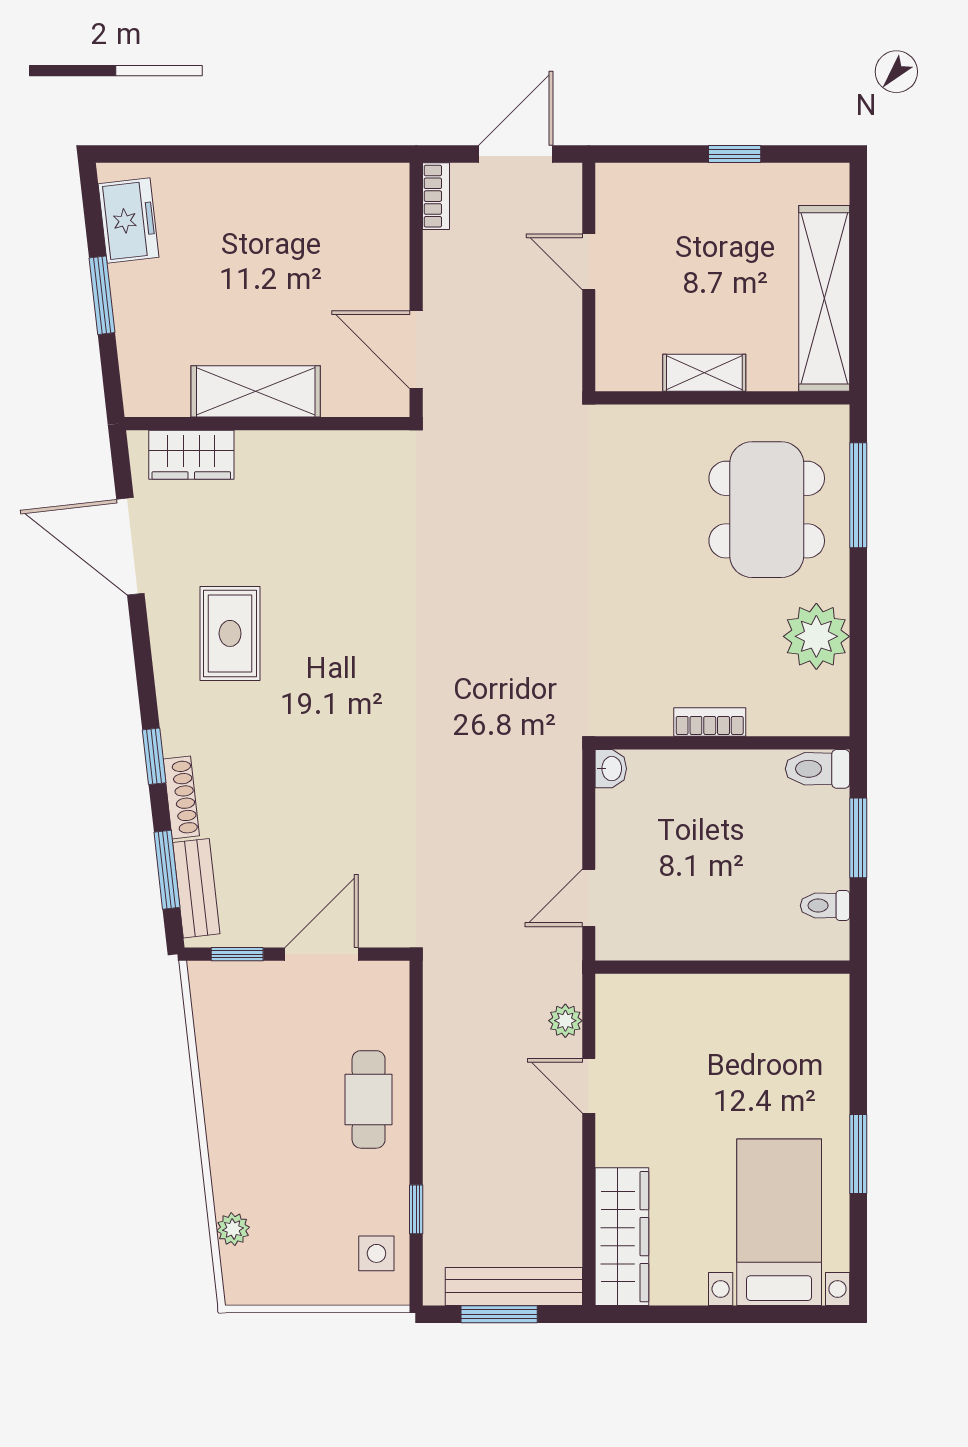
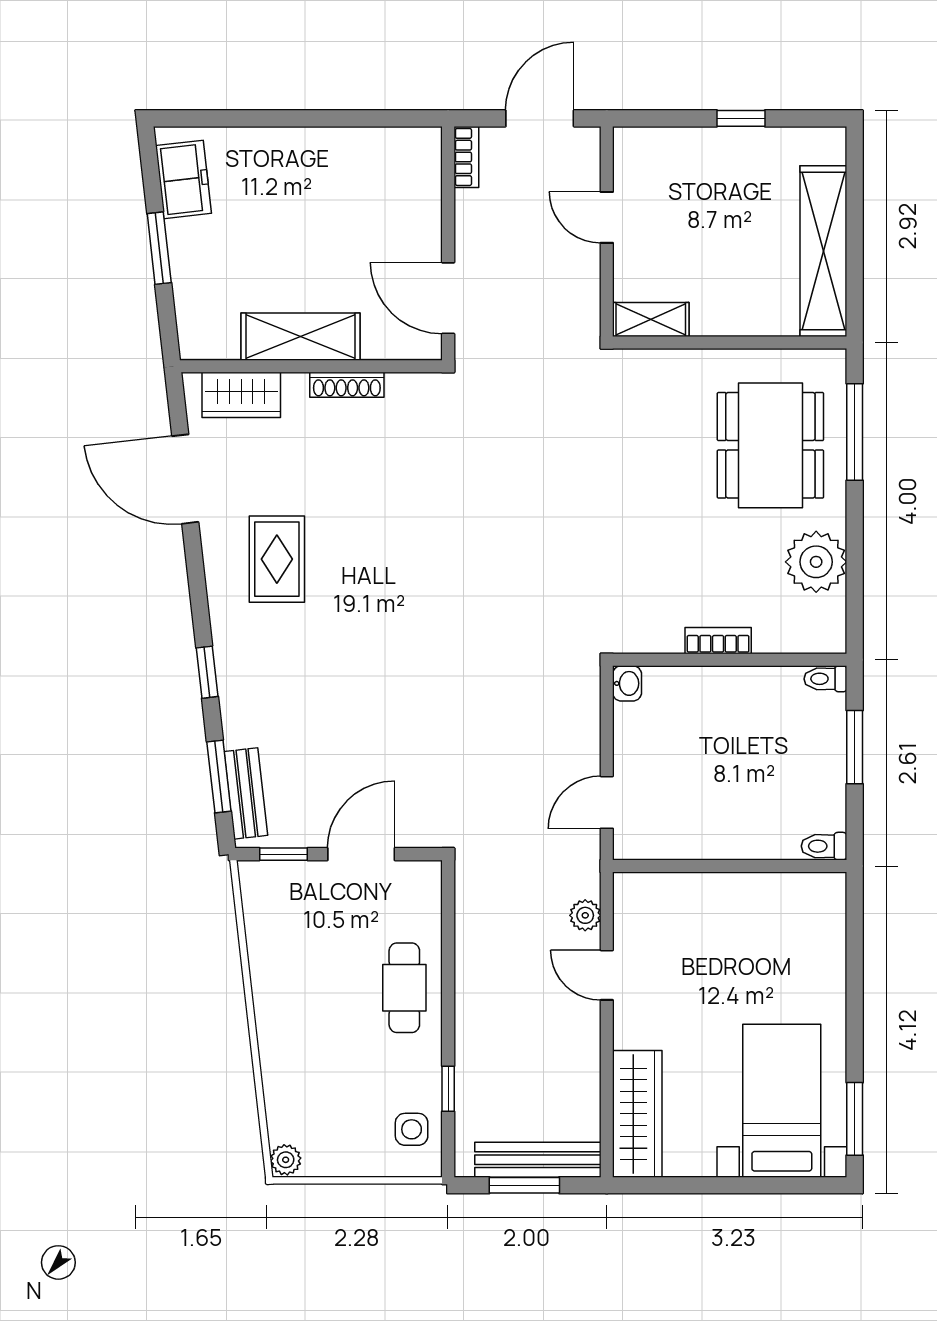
shelving: (704, 373) -> (651, 319), moved
toilet: (818, 769) -> (825, 679), width x0.73, depth x0.72
shoe rack: (181, 797) -> (347, 385), moved, turned 96
toilet: (825, 906) -> (824, 846), moved
window: (858, 1154) -> (855, 1119), moved
plant: (233, 1229) -> (286, 1160), moved

